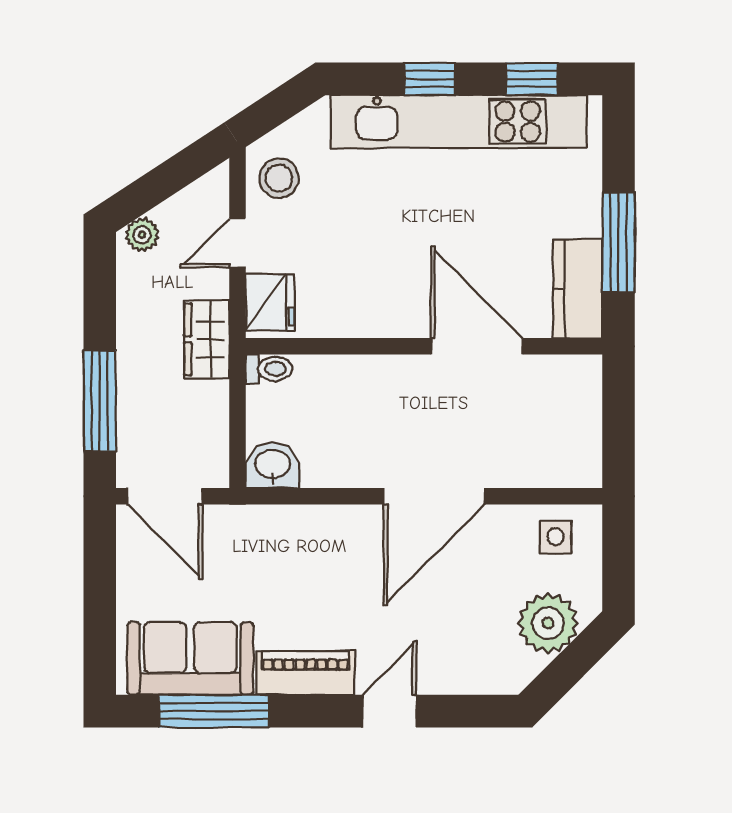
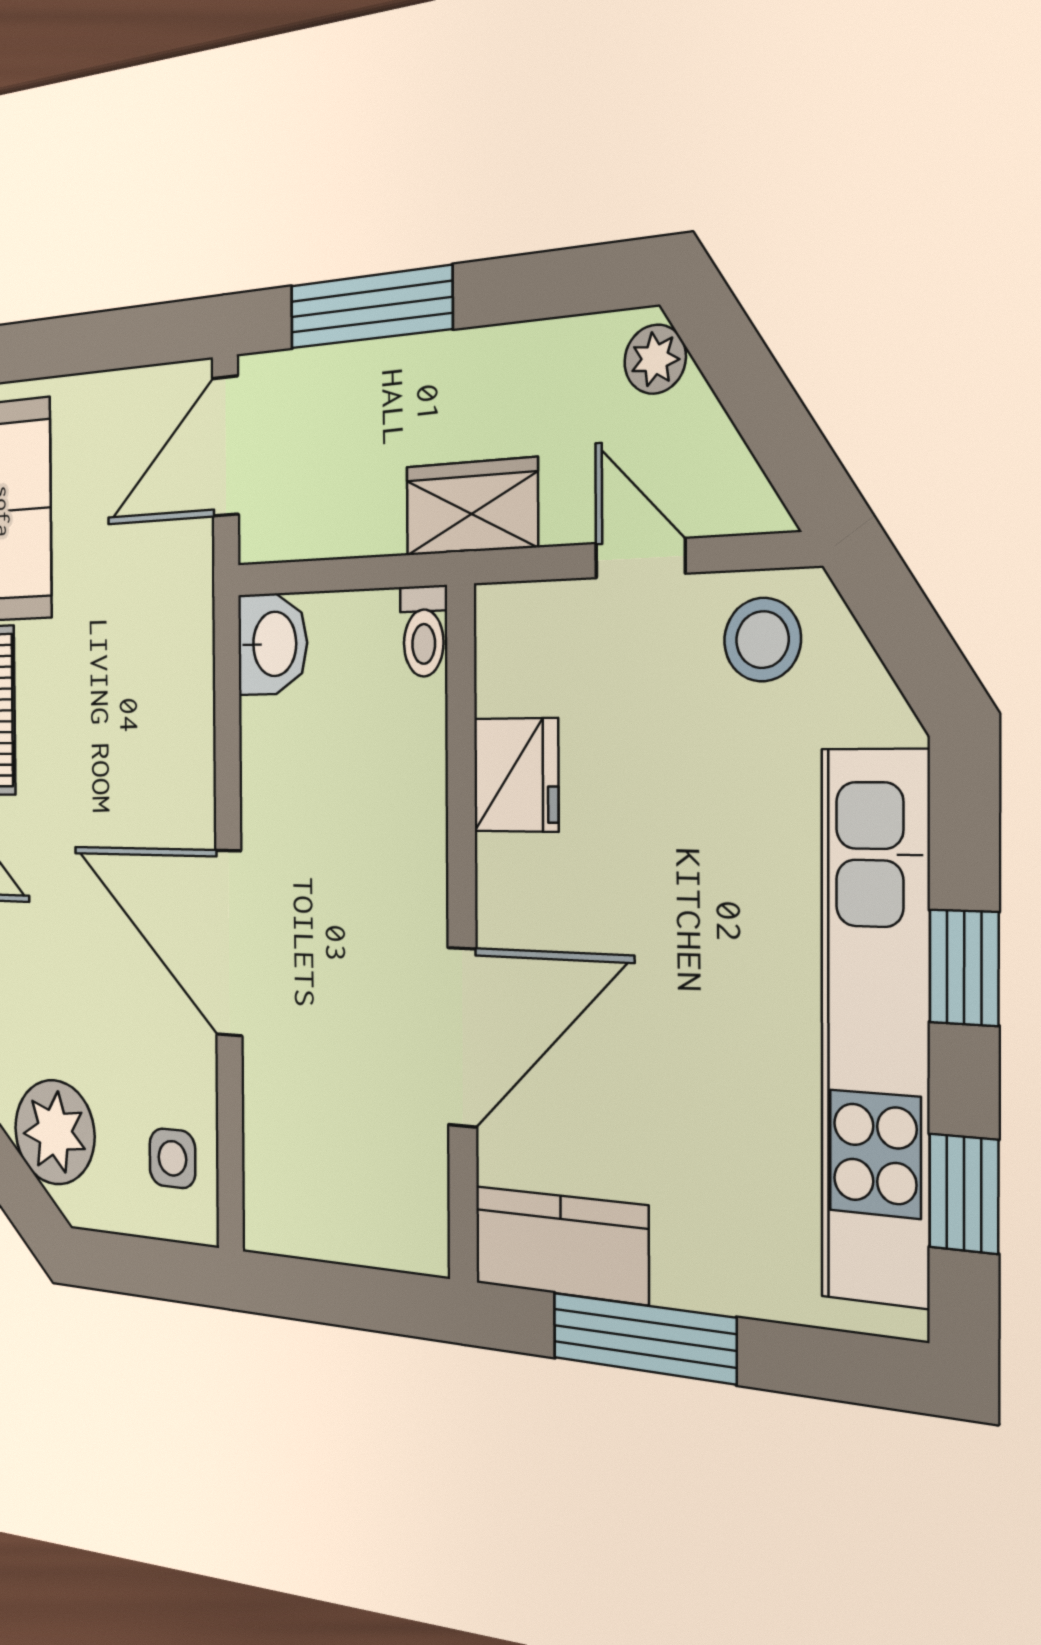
fridge: (270, 302) -> (516, 775), moved, turned -90

